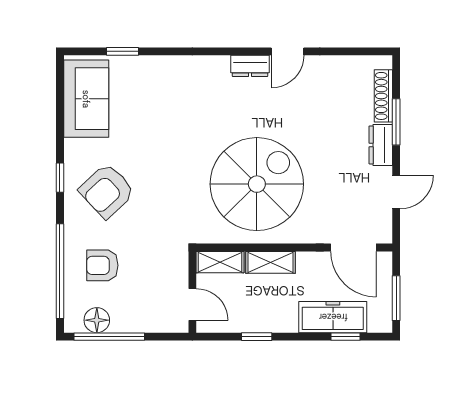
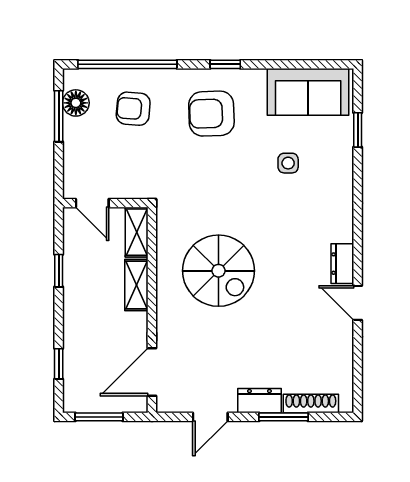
side table: (154, 118) -> (288, 163), added
spiral stairs: (257, 184) -> (219, 271), width x0.73, depth x0.73
armchair: (107, 191) -> (211, 114), turned -49
door: (396, 192) -> (210, 417), hinge flipped
armchair: (102, 265) -> (133, 109), turned -85
door: (192, 305) -> (92, 203), hinge flipped
freezer: (333, 317) -> (79, 350), removed
window: (109, 337) -> (59, 116), width x0.69

